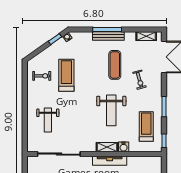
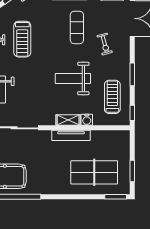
treadmill: (66, 75) -> (22, 39), turned 180
weight bench: (111, 110) -> (73, 79), turned 90

